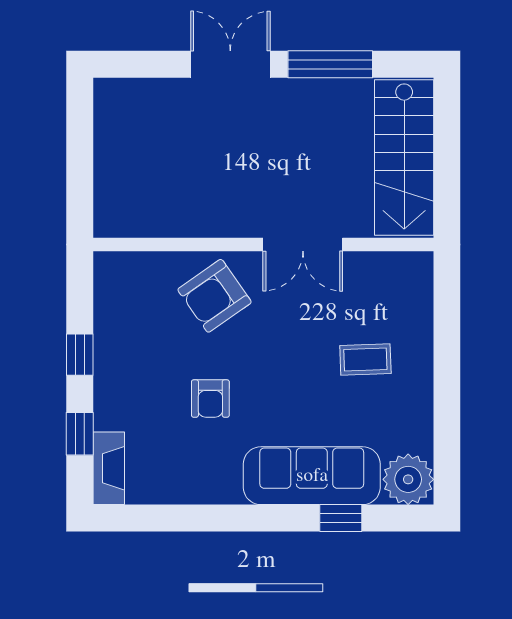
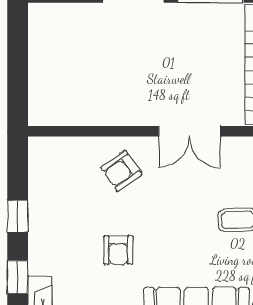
armchair: (215, 296) -> (121, 171), width x0.72, depth x0.72

